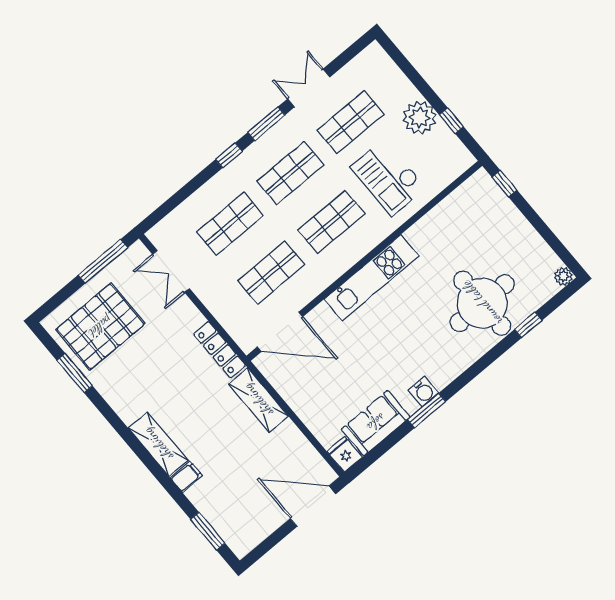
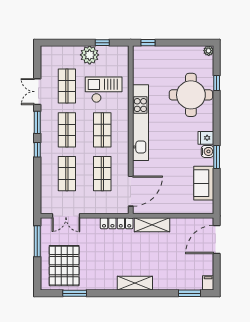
checkout: (388, 177) -> (104, 90), turned 180
kitchen unit: (372, 278) -> (140, 123), width x1.36
fridge: (345, 454) -> (206, 138), moved
filing cabinet: (186, 477) -> (208, 283), moved

